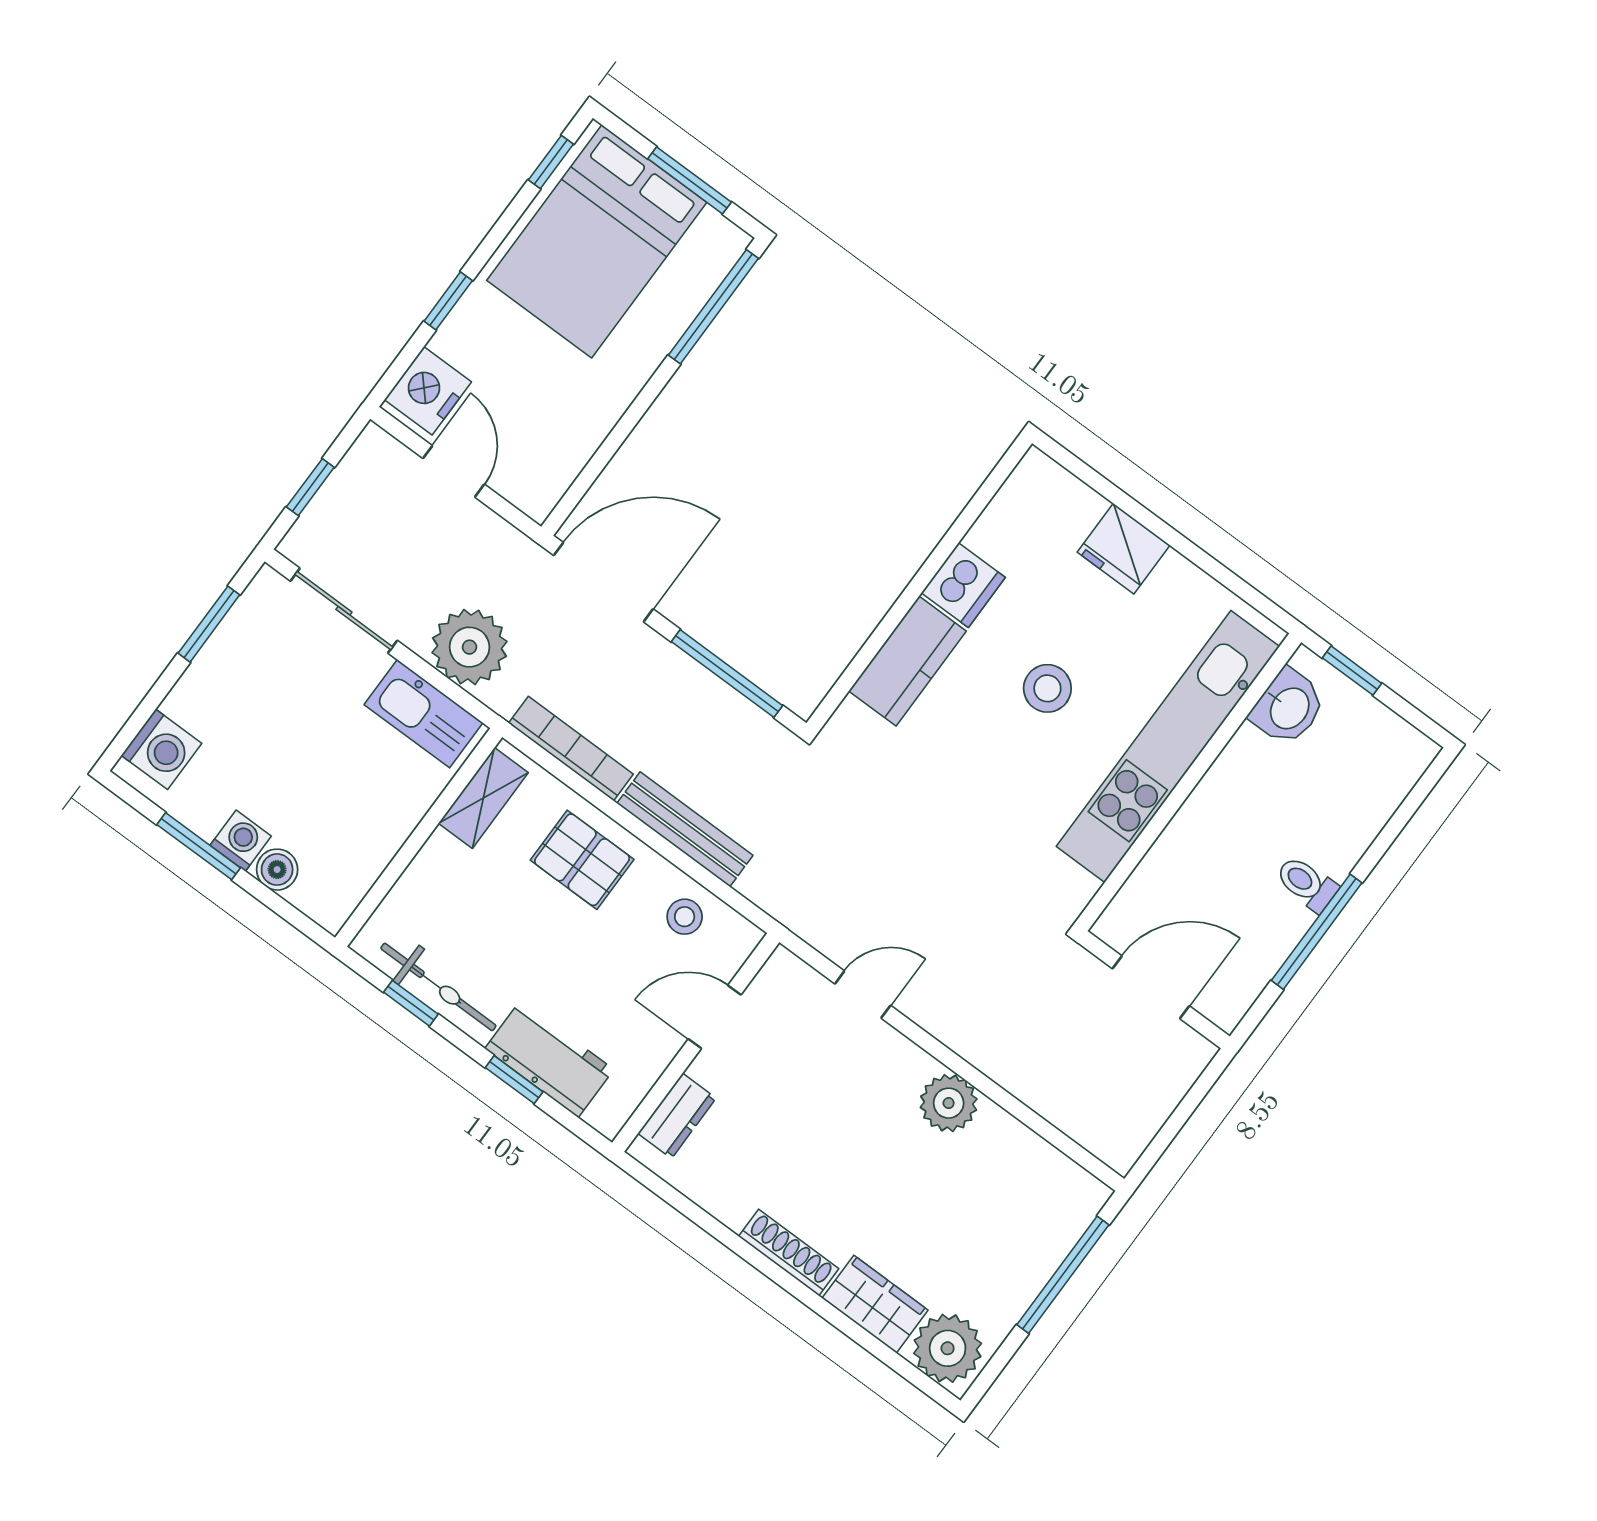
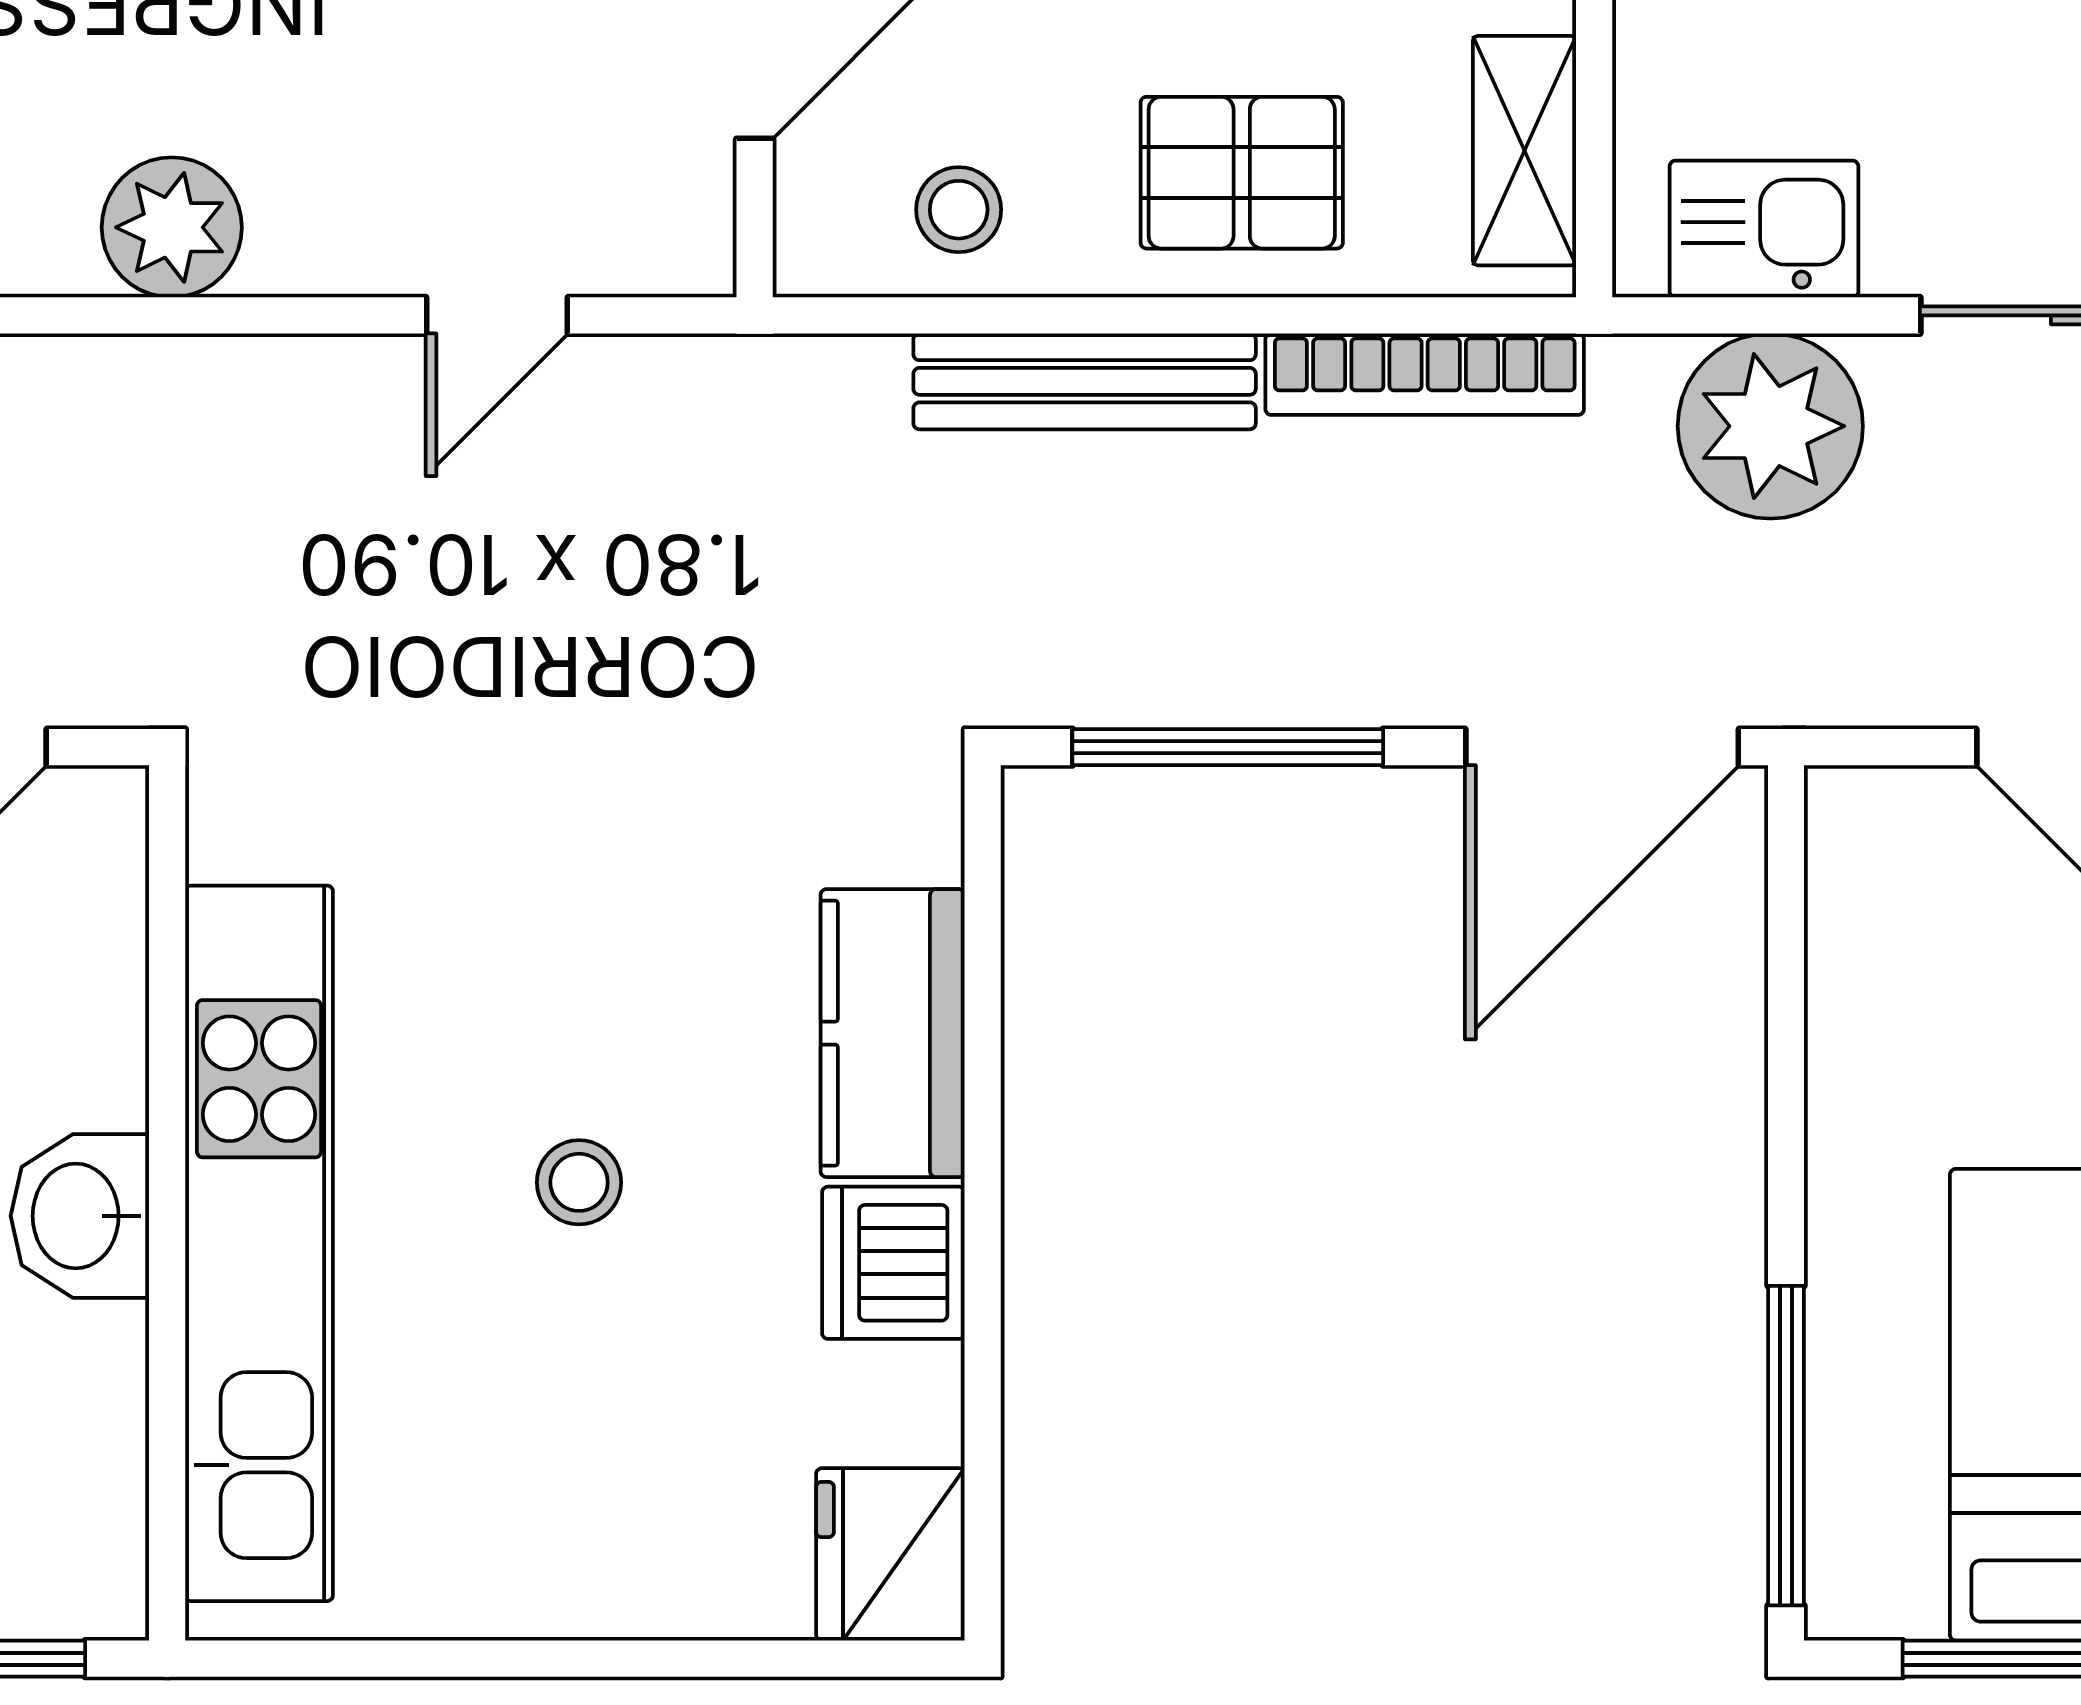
fridge: (1124, 549) -> (890, 1554), moved, turned -90
stool: (1047, 688) -> (579, 1182), width x0.73, depth x0.73
washbasin: (1288, 707) -> (80, 1216), moved
kitchen sink: (423, 714) -> (1764, 229), width x0.73

